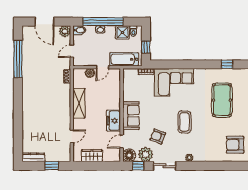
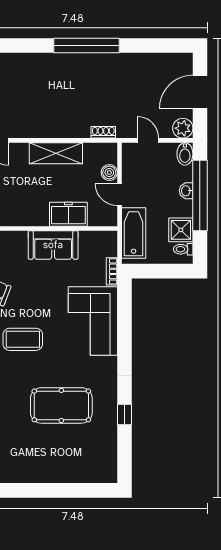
window: (146, 47) -> (155, 271), removed
window: (18, 59) -> (86, 46), moved
sofa: (131, 116) -> (53, 245), moved
freezer: (114, 121) -> (68, 214), moved

